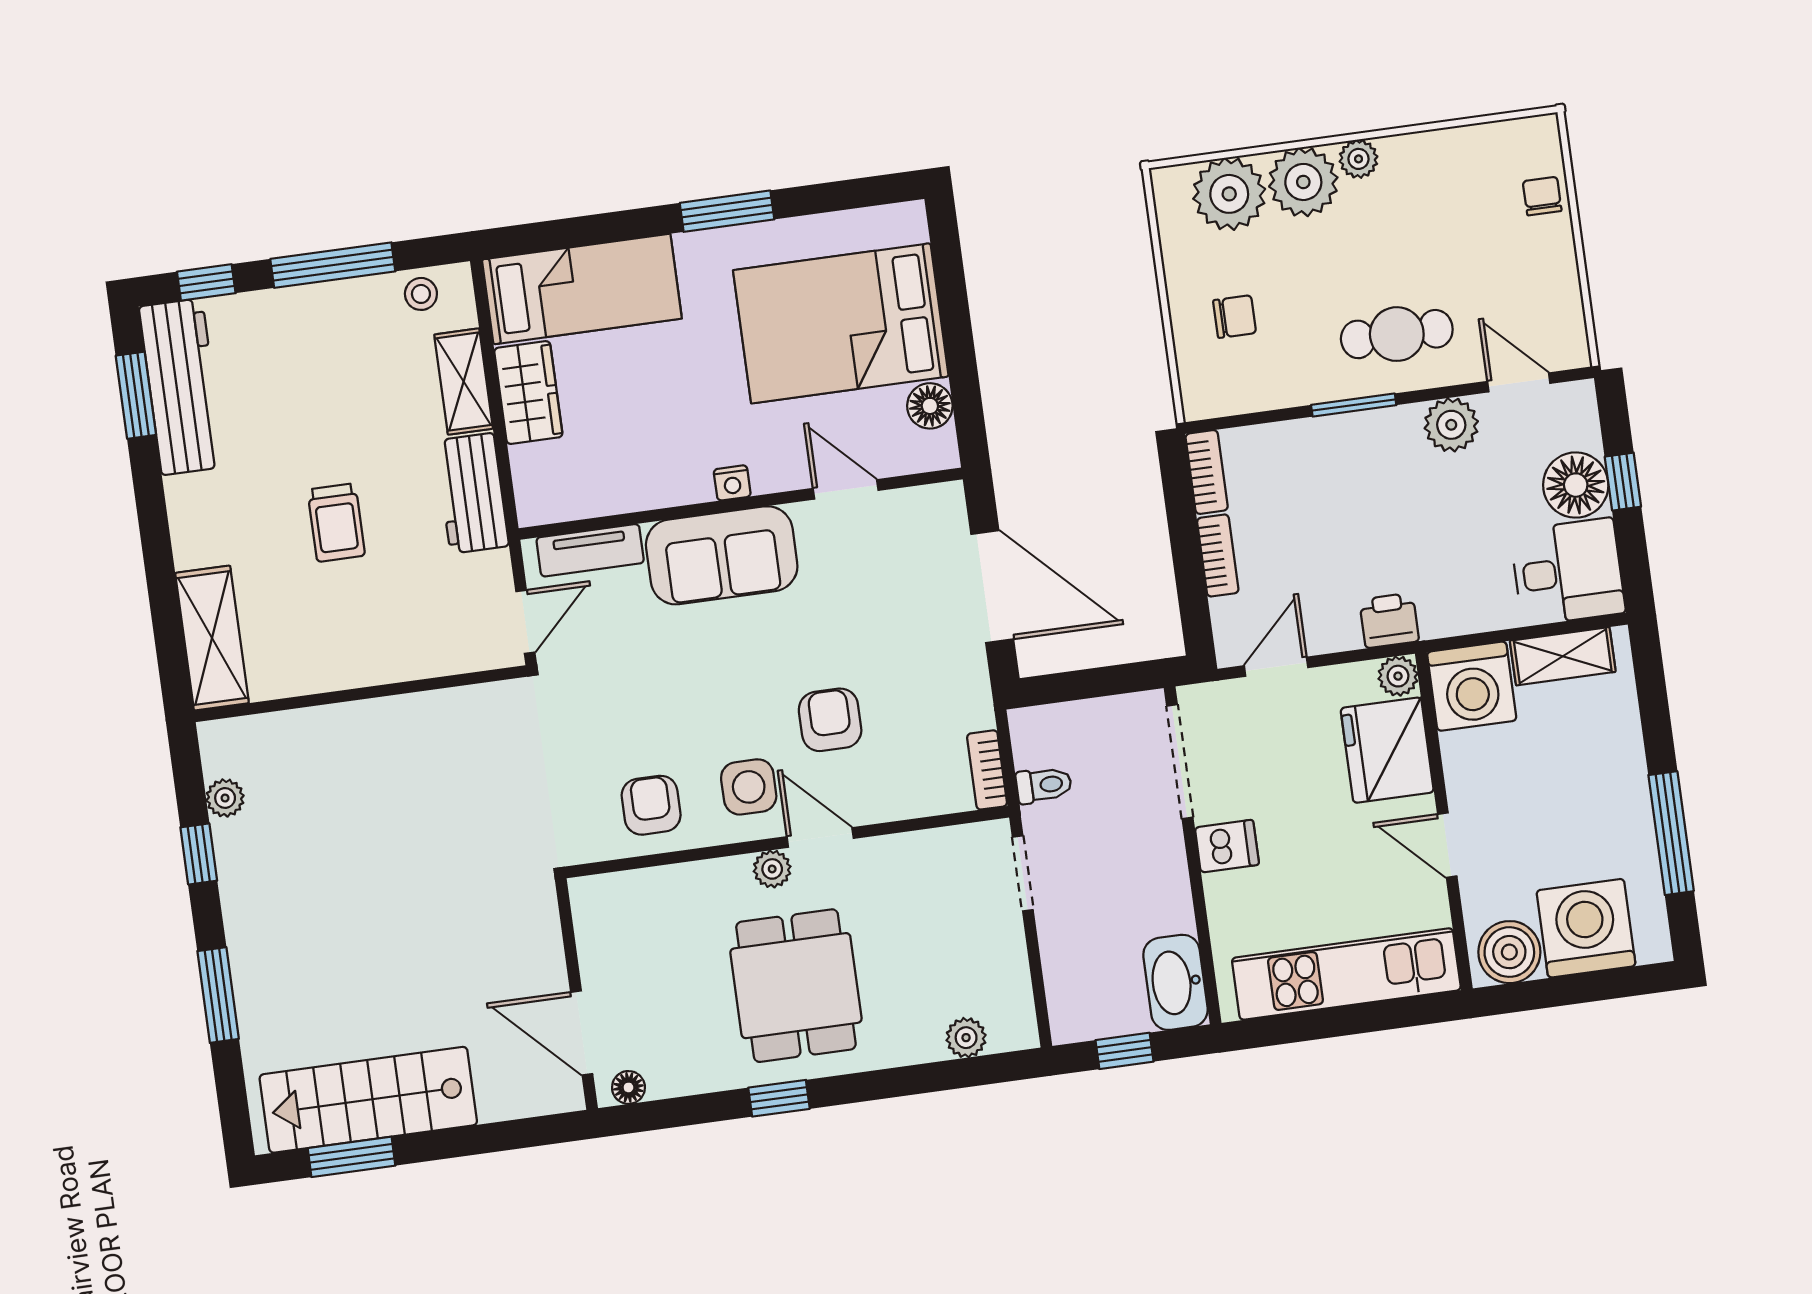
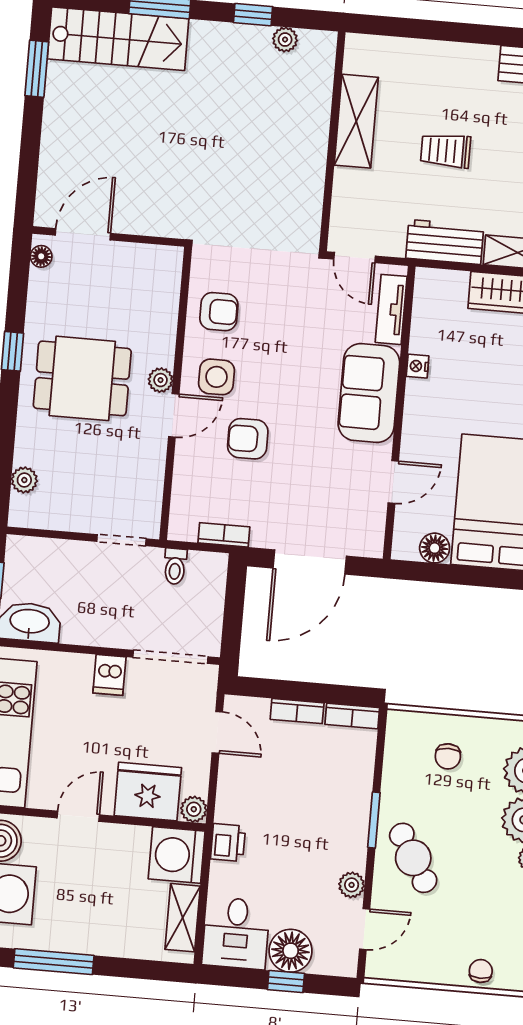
chair: (1542, 196) -> (481, 971), turned -90
cafe table: (1397, 334) -> (413, 858), turned -31
plant: (1451, 425) -> (352, 885), width x0.73, depth x0.73
nightstand: (732, 483) -> (418, 366), moved
printer: (1389, 620) -> (228, 843), moved
shelving: (212, 638) -> (356, 121), moved, turned 90
armchair: (830, 720) -> (248, 439), turned 180
bookcase: (987, 770) -> (224, 535), moved
stairs: (368, 1100) -> (118, 39), moved, turned 90

